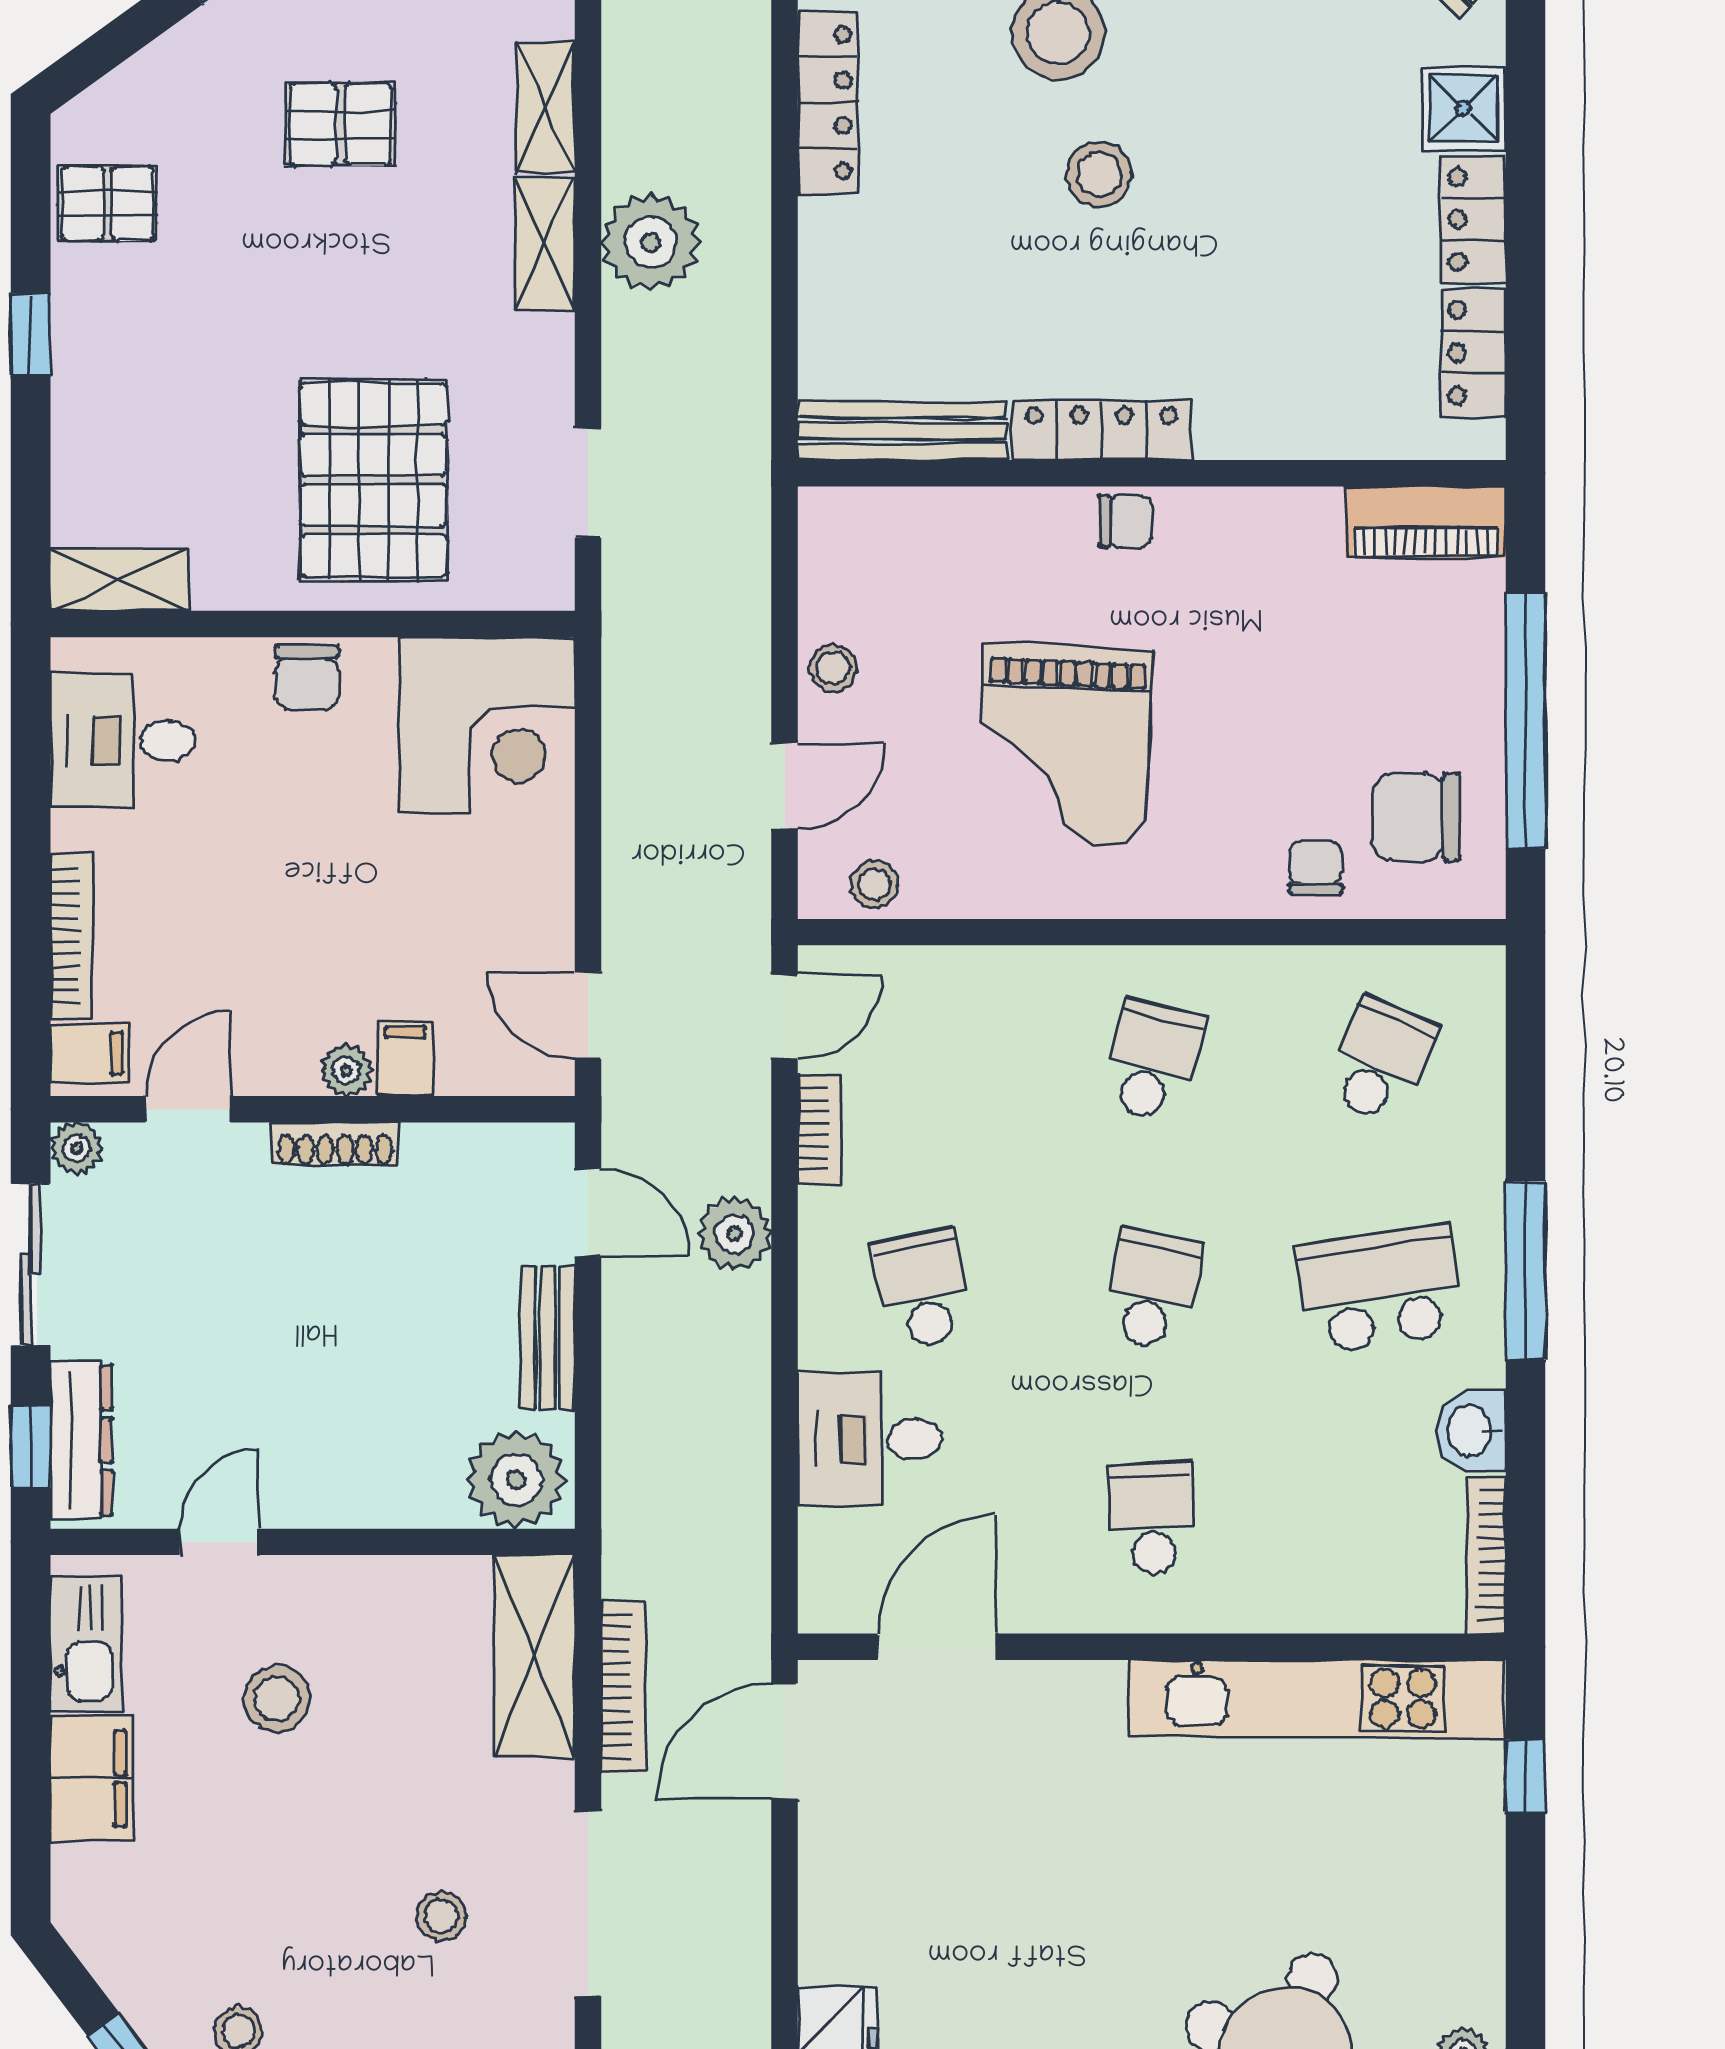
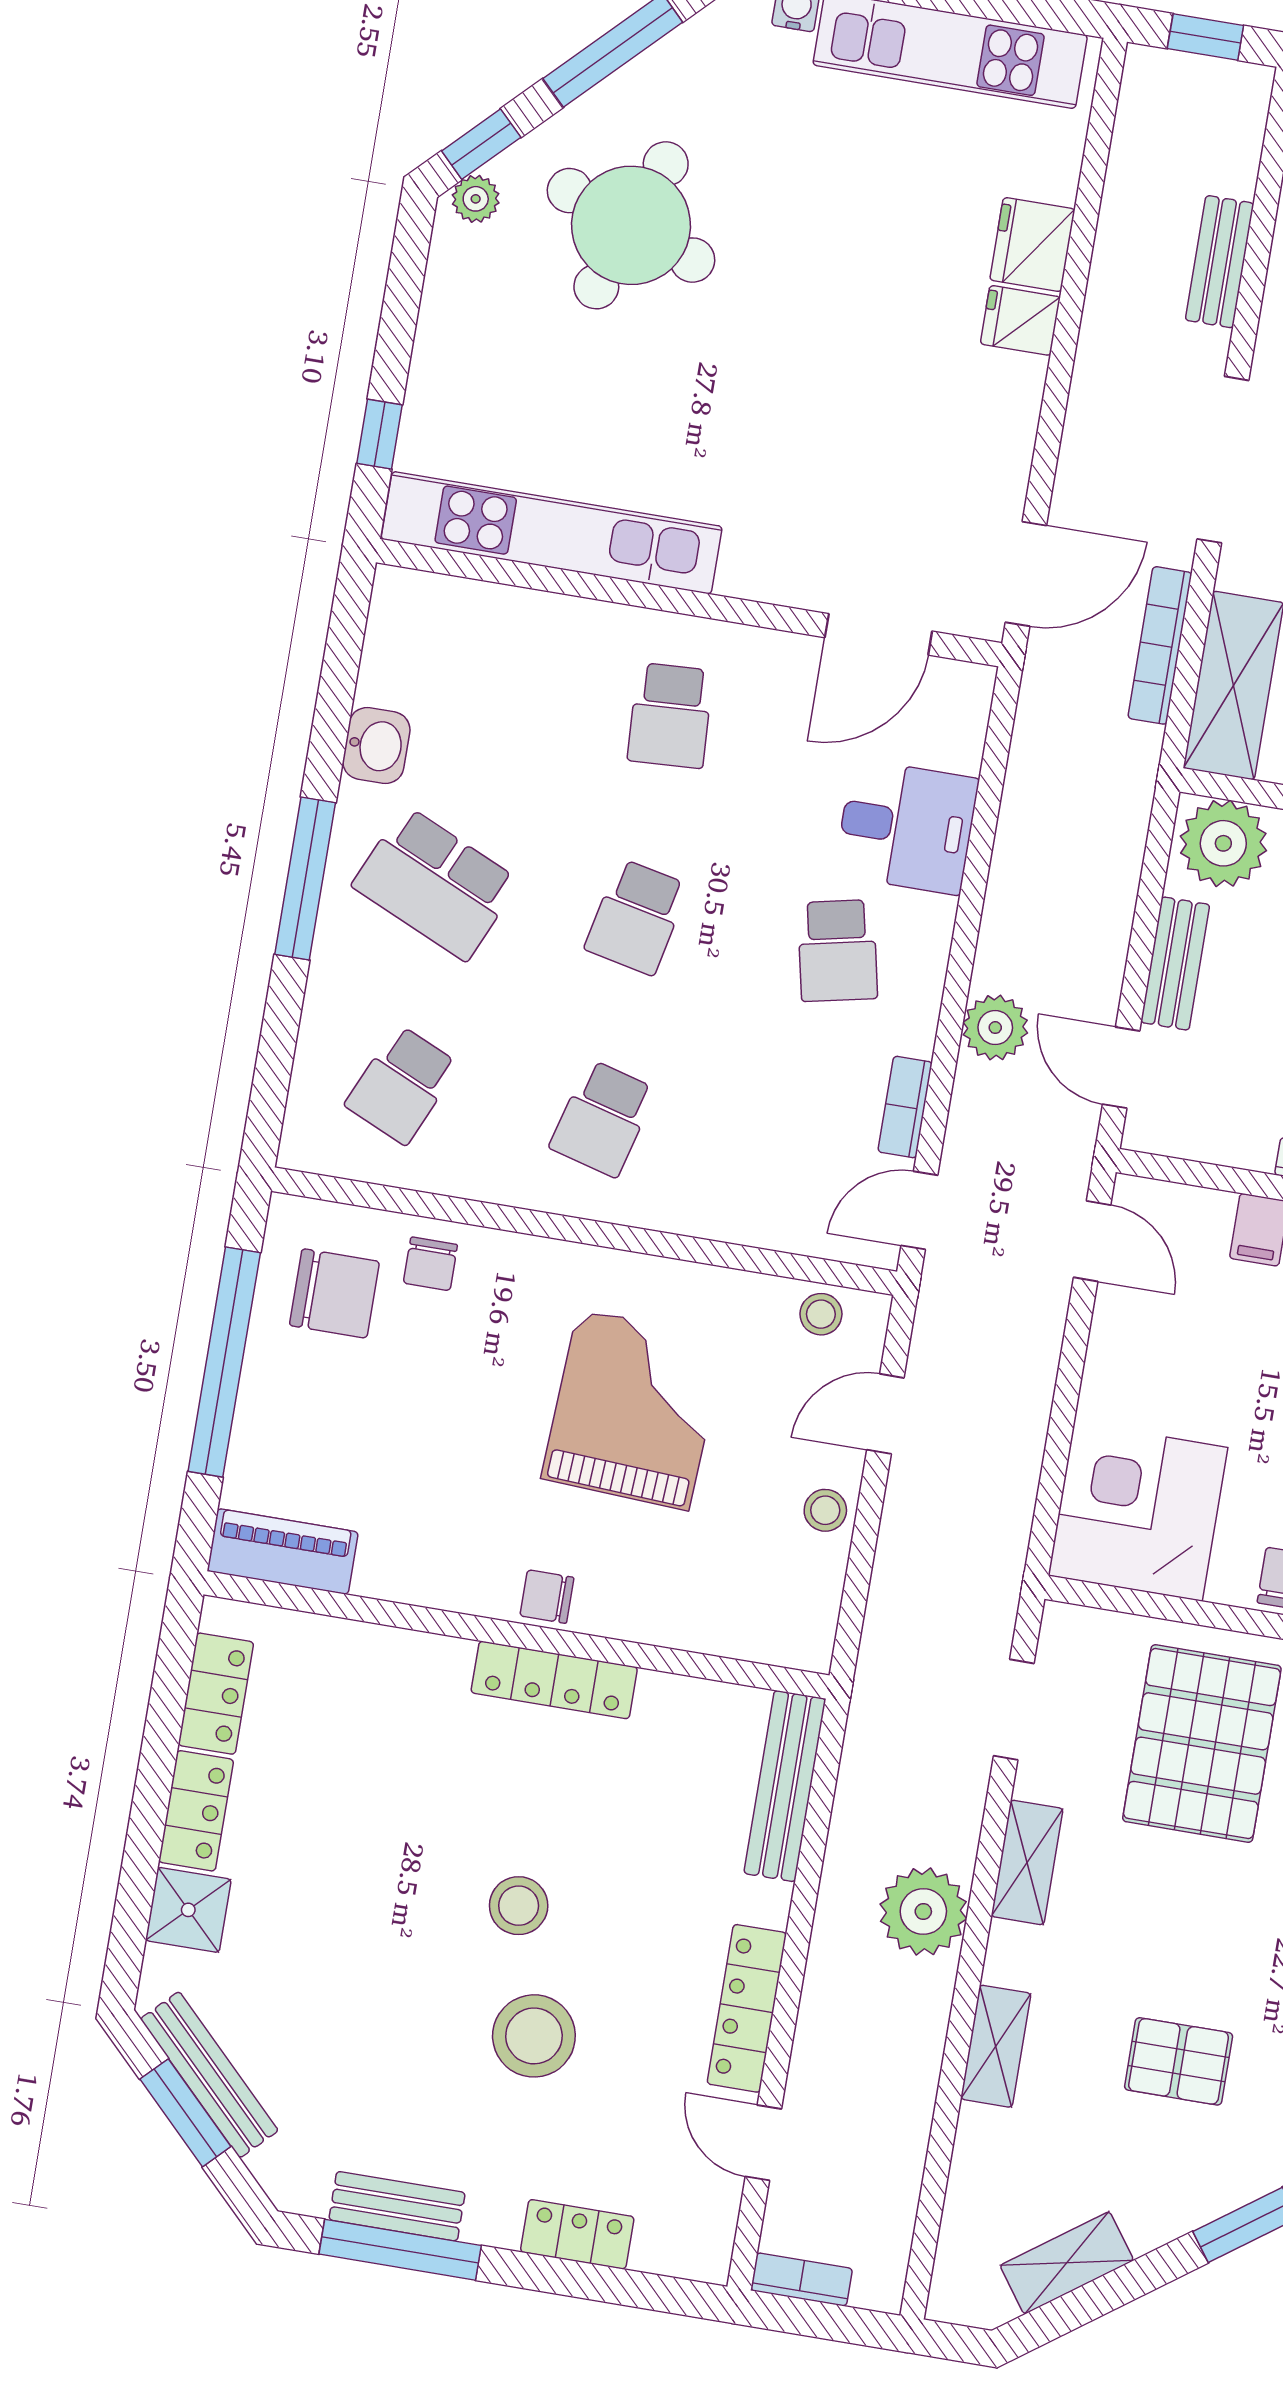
shelving: (545, 244) -> (1027, 1862), moved
bench: (902, 431) -> (785, 1786), moved, turned 90
school desk: (1380, 1289) -> (436, 883), turned 33
bookcase: (1486, 1555) -> (382, 634), removed

